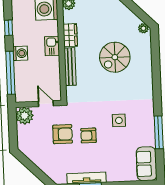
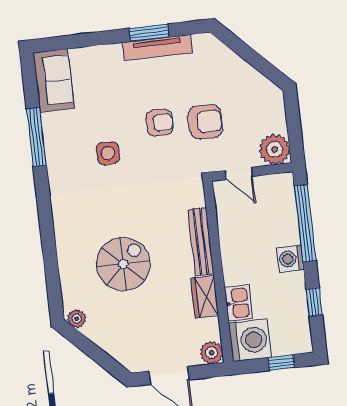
kitchen sink: (52, 46) -> (238, 303), moved
armchair: (63, 134) -> (205, 122), turned 180

